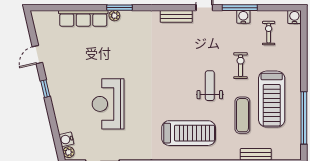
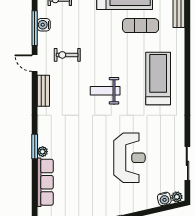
exercise bike: (241, 66) -> (67, 55), moved
weight bench: (210, 86) -> (105, 91), moved
reception desk: (108, 104) -> (129, 158), turned -90

